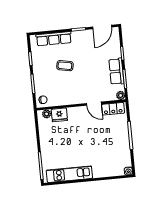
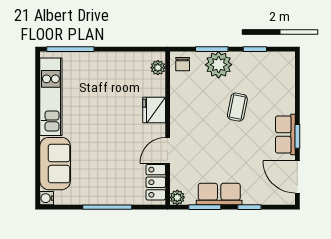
row of seats: (54, 39) -> (285, 134), moved, width x0.68
plant: (41, 79) -> (219, 65), added
fridge: (59, 115) -> (154, 110), moved
sofa: (108, 168) -> (55, 164), added

